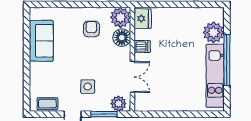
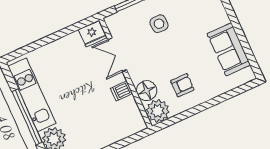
fridge: (143, 19) -> (92, 34), moved, turned -90
armchair: (91, 29) -> (182, 85), turned -90
plant: (118, 104) -> (119, 21), removed

